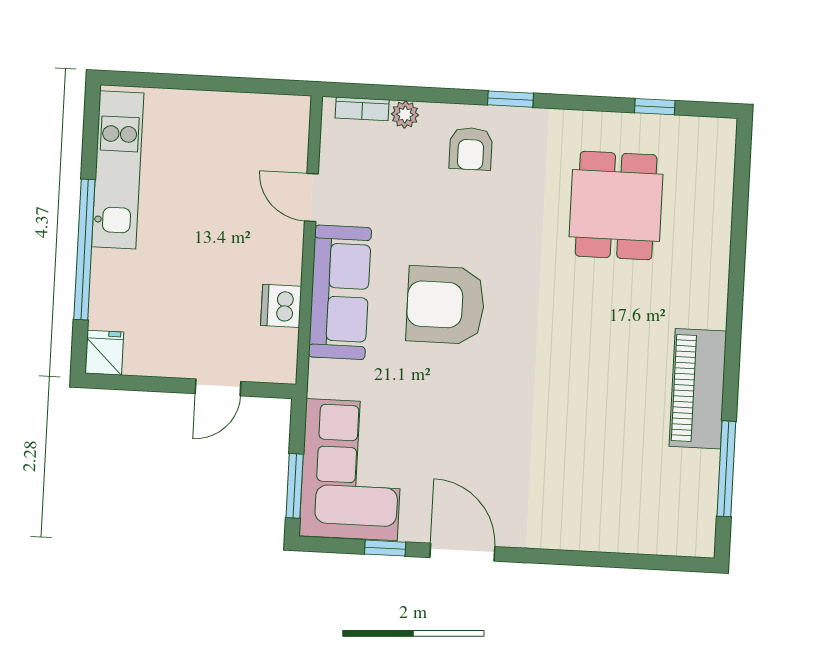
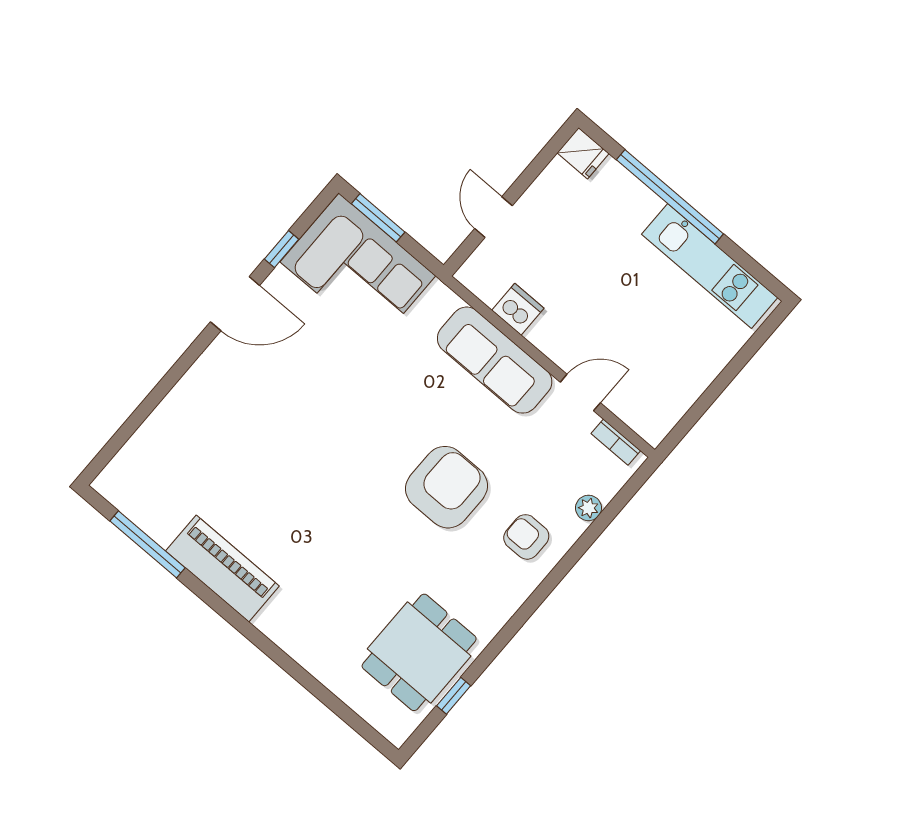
window: (510, 99) -> (540, 594), removed
bookcase: (362, 109) -> (616, 442), moved, turned -90
dining table: (616, 206) -> (419, 652), moved, turned 90
armchair: (445, 305) -> (447, 487), moved

